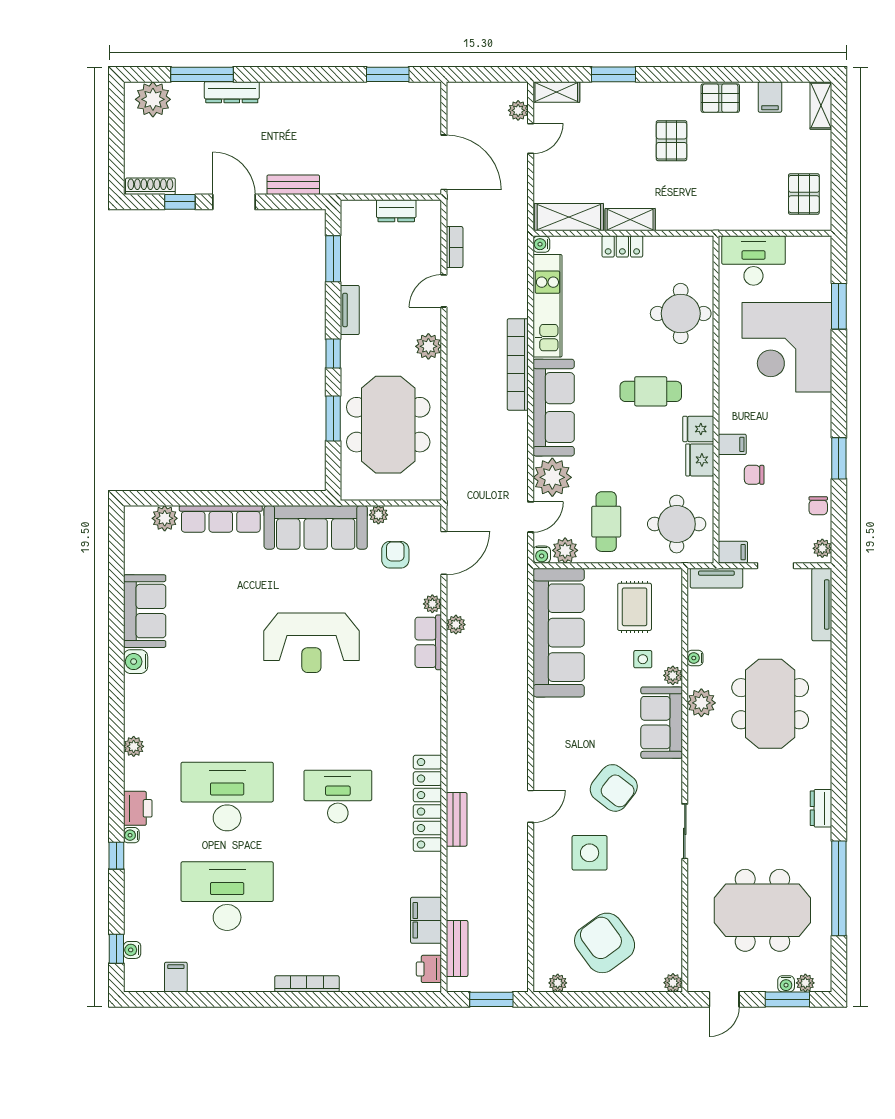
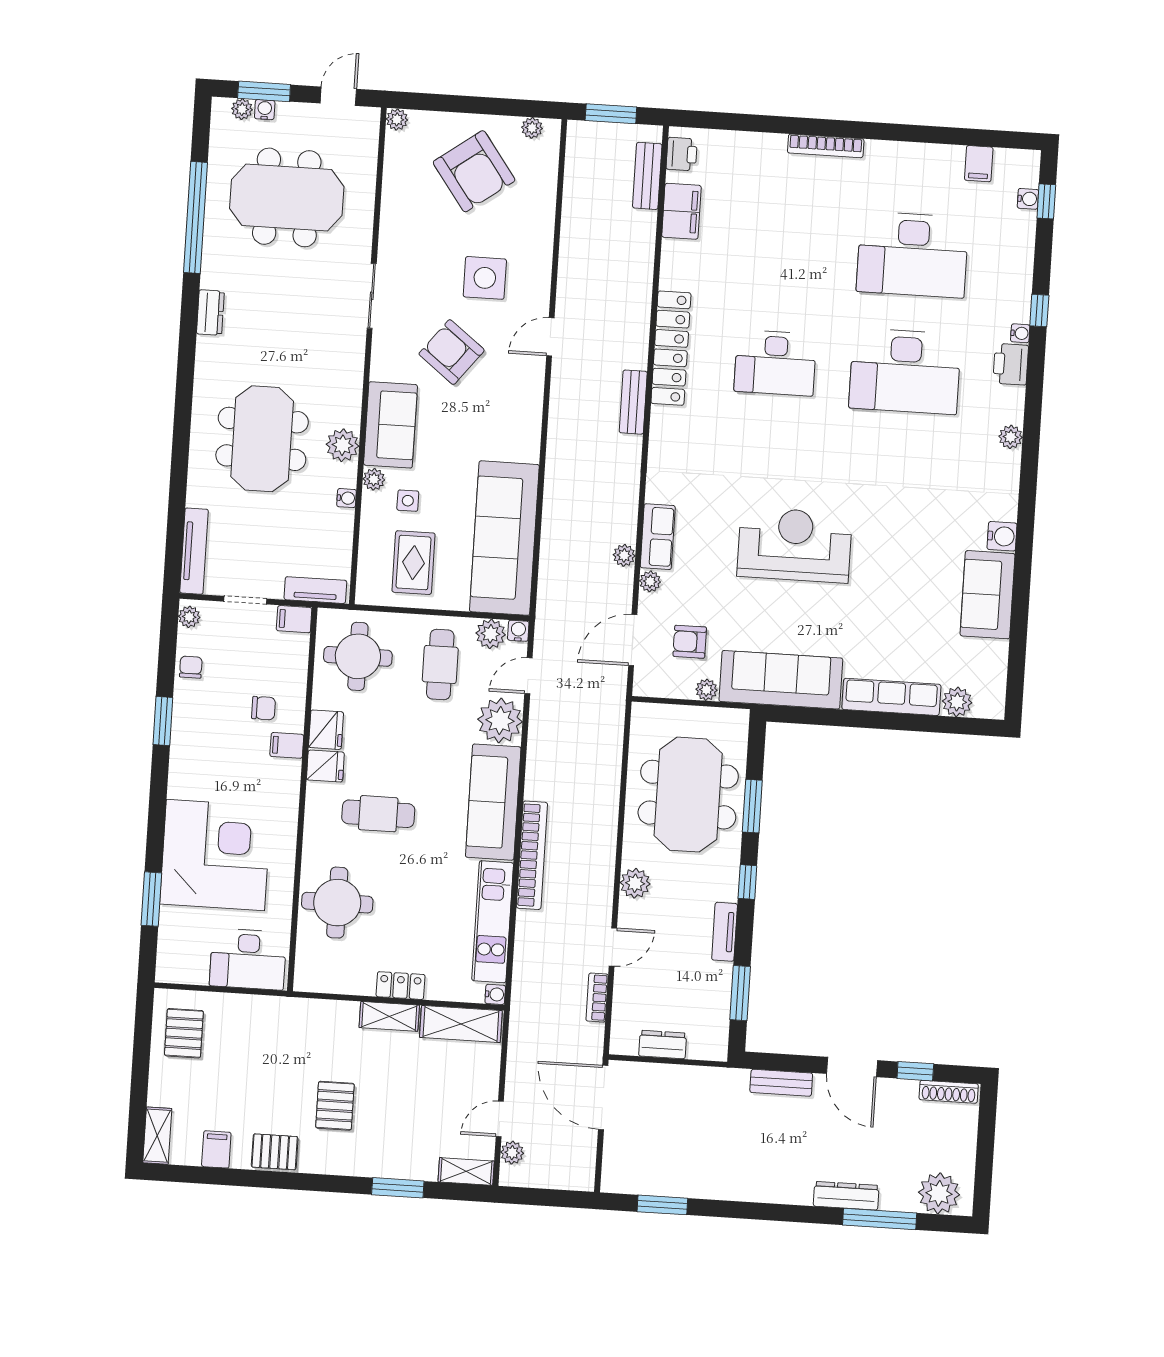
armchair: (395, 555) -> (690, 642), turned 90
bench: (457, 819) -> (633, 402), moved

